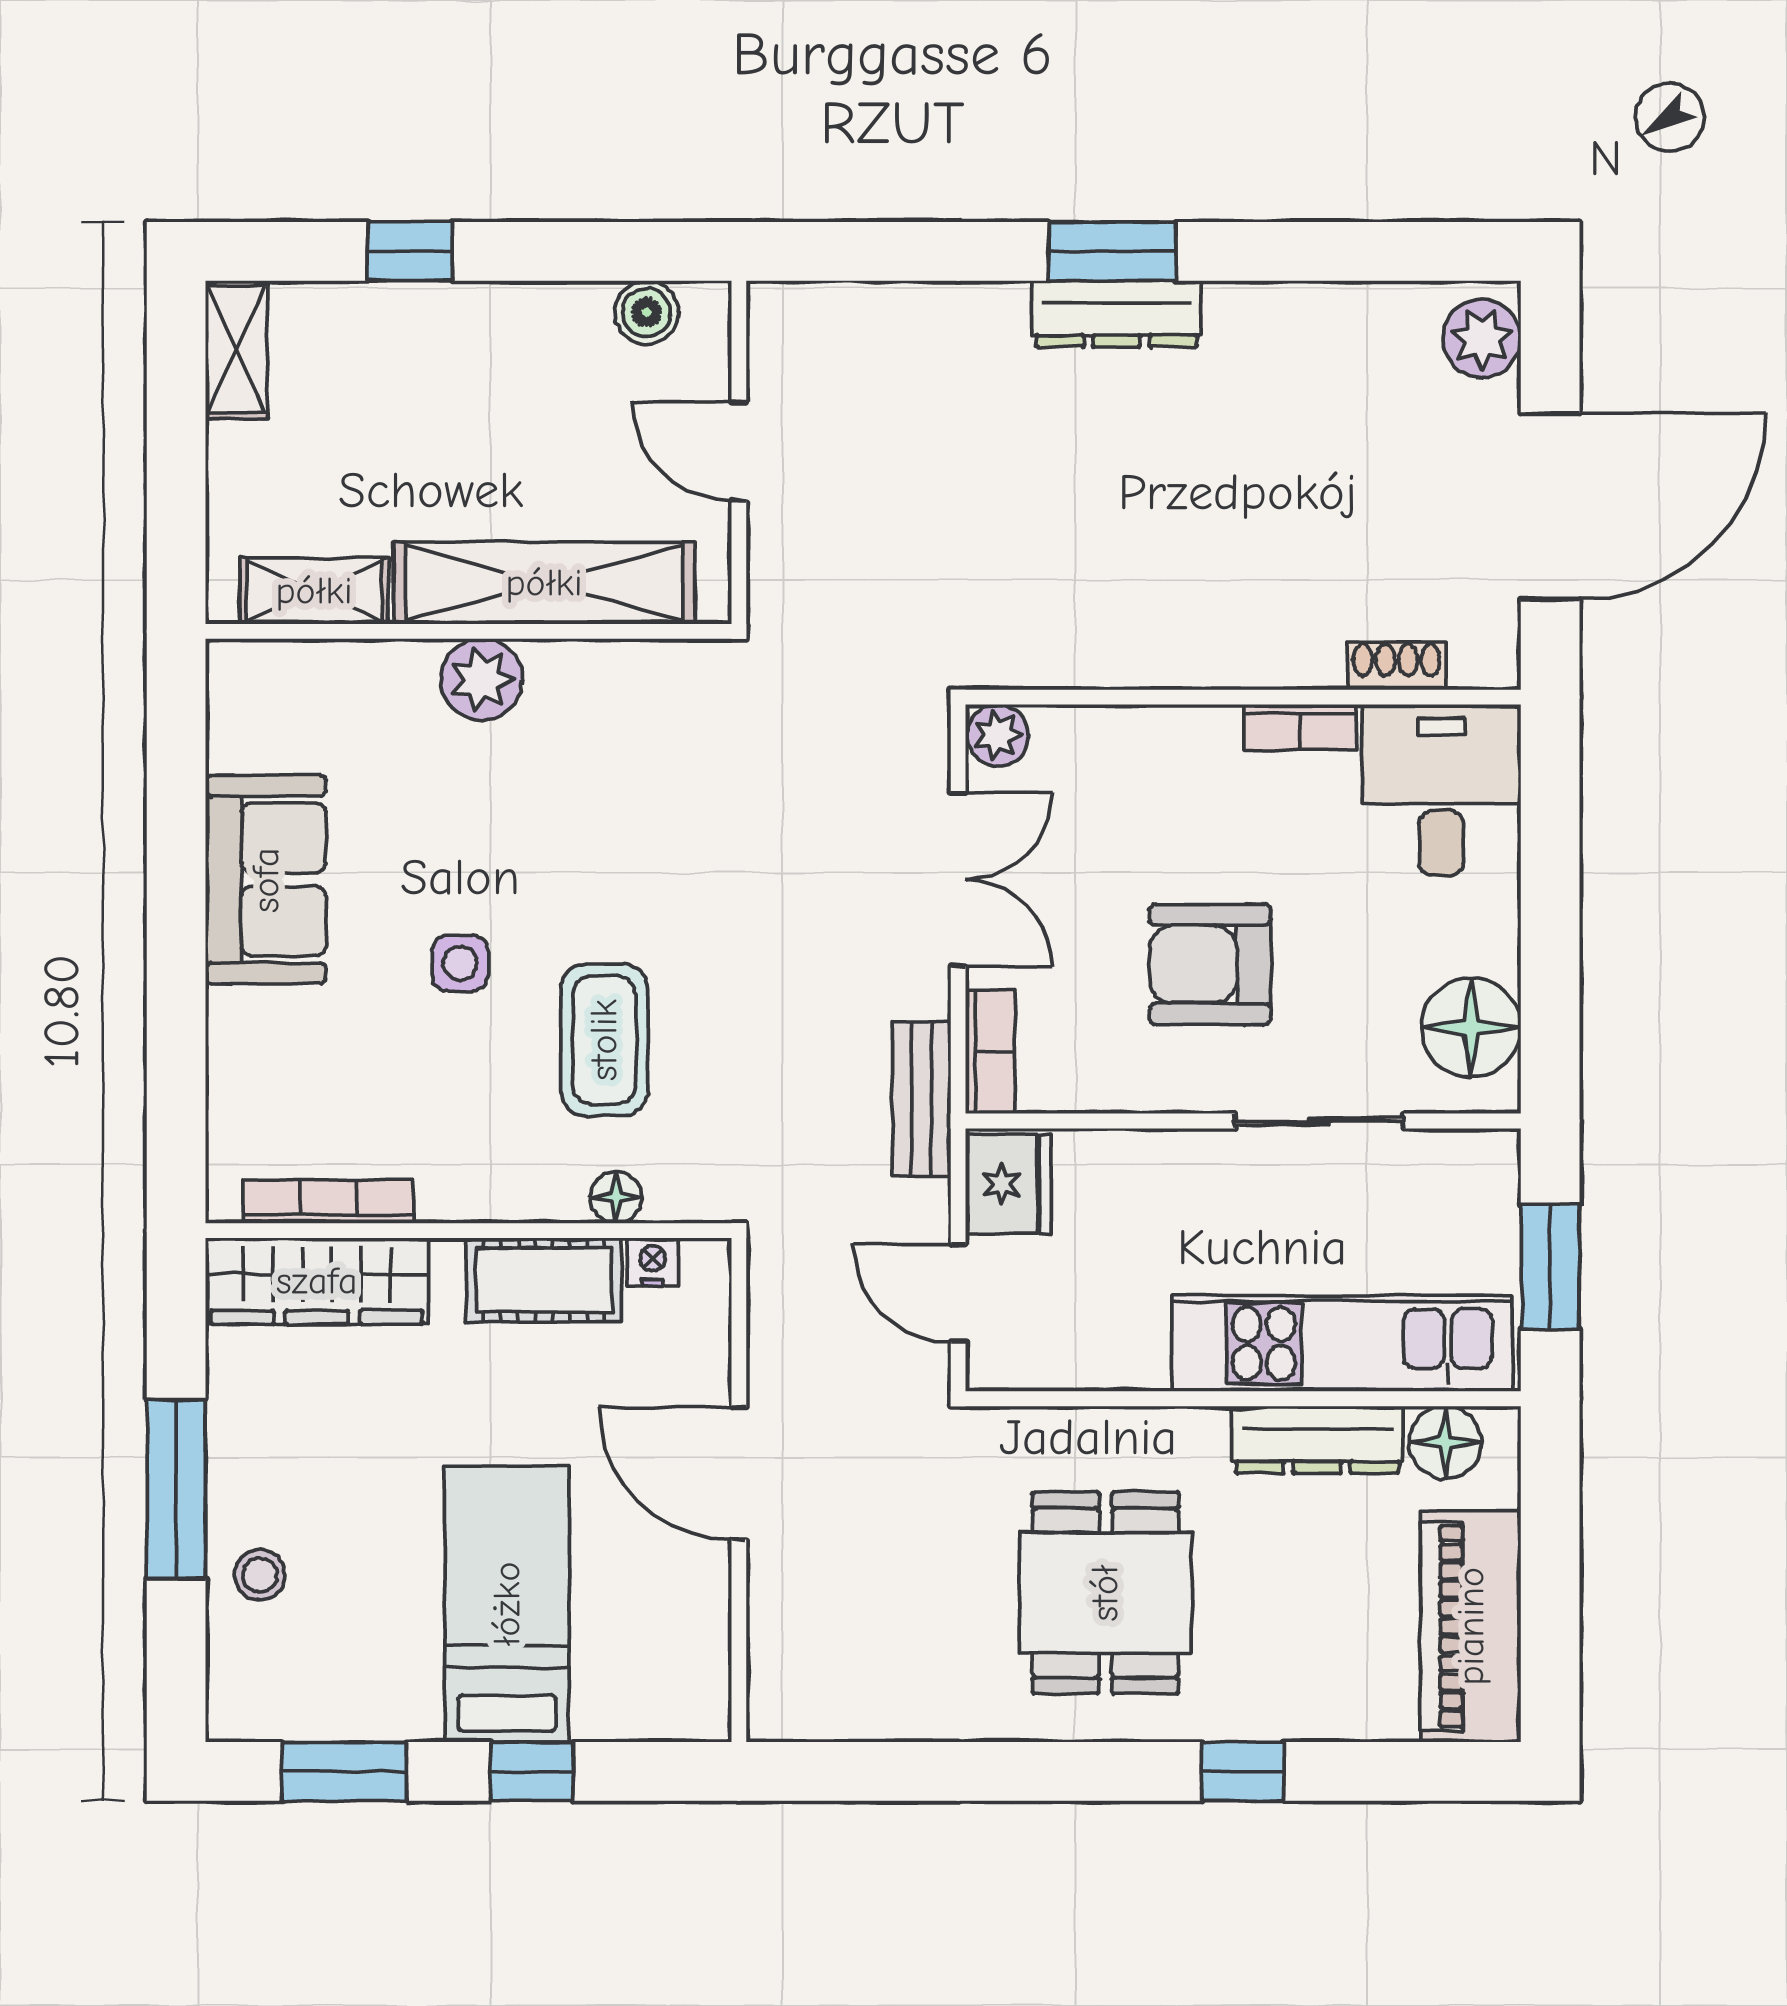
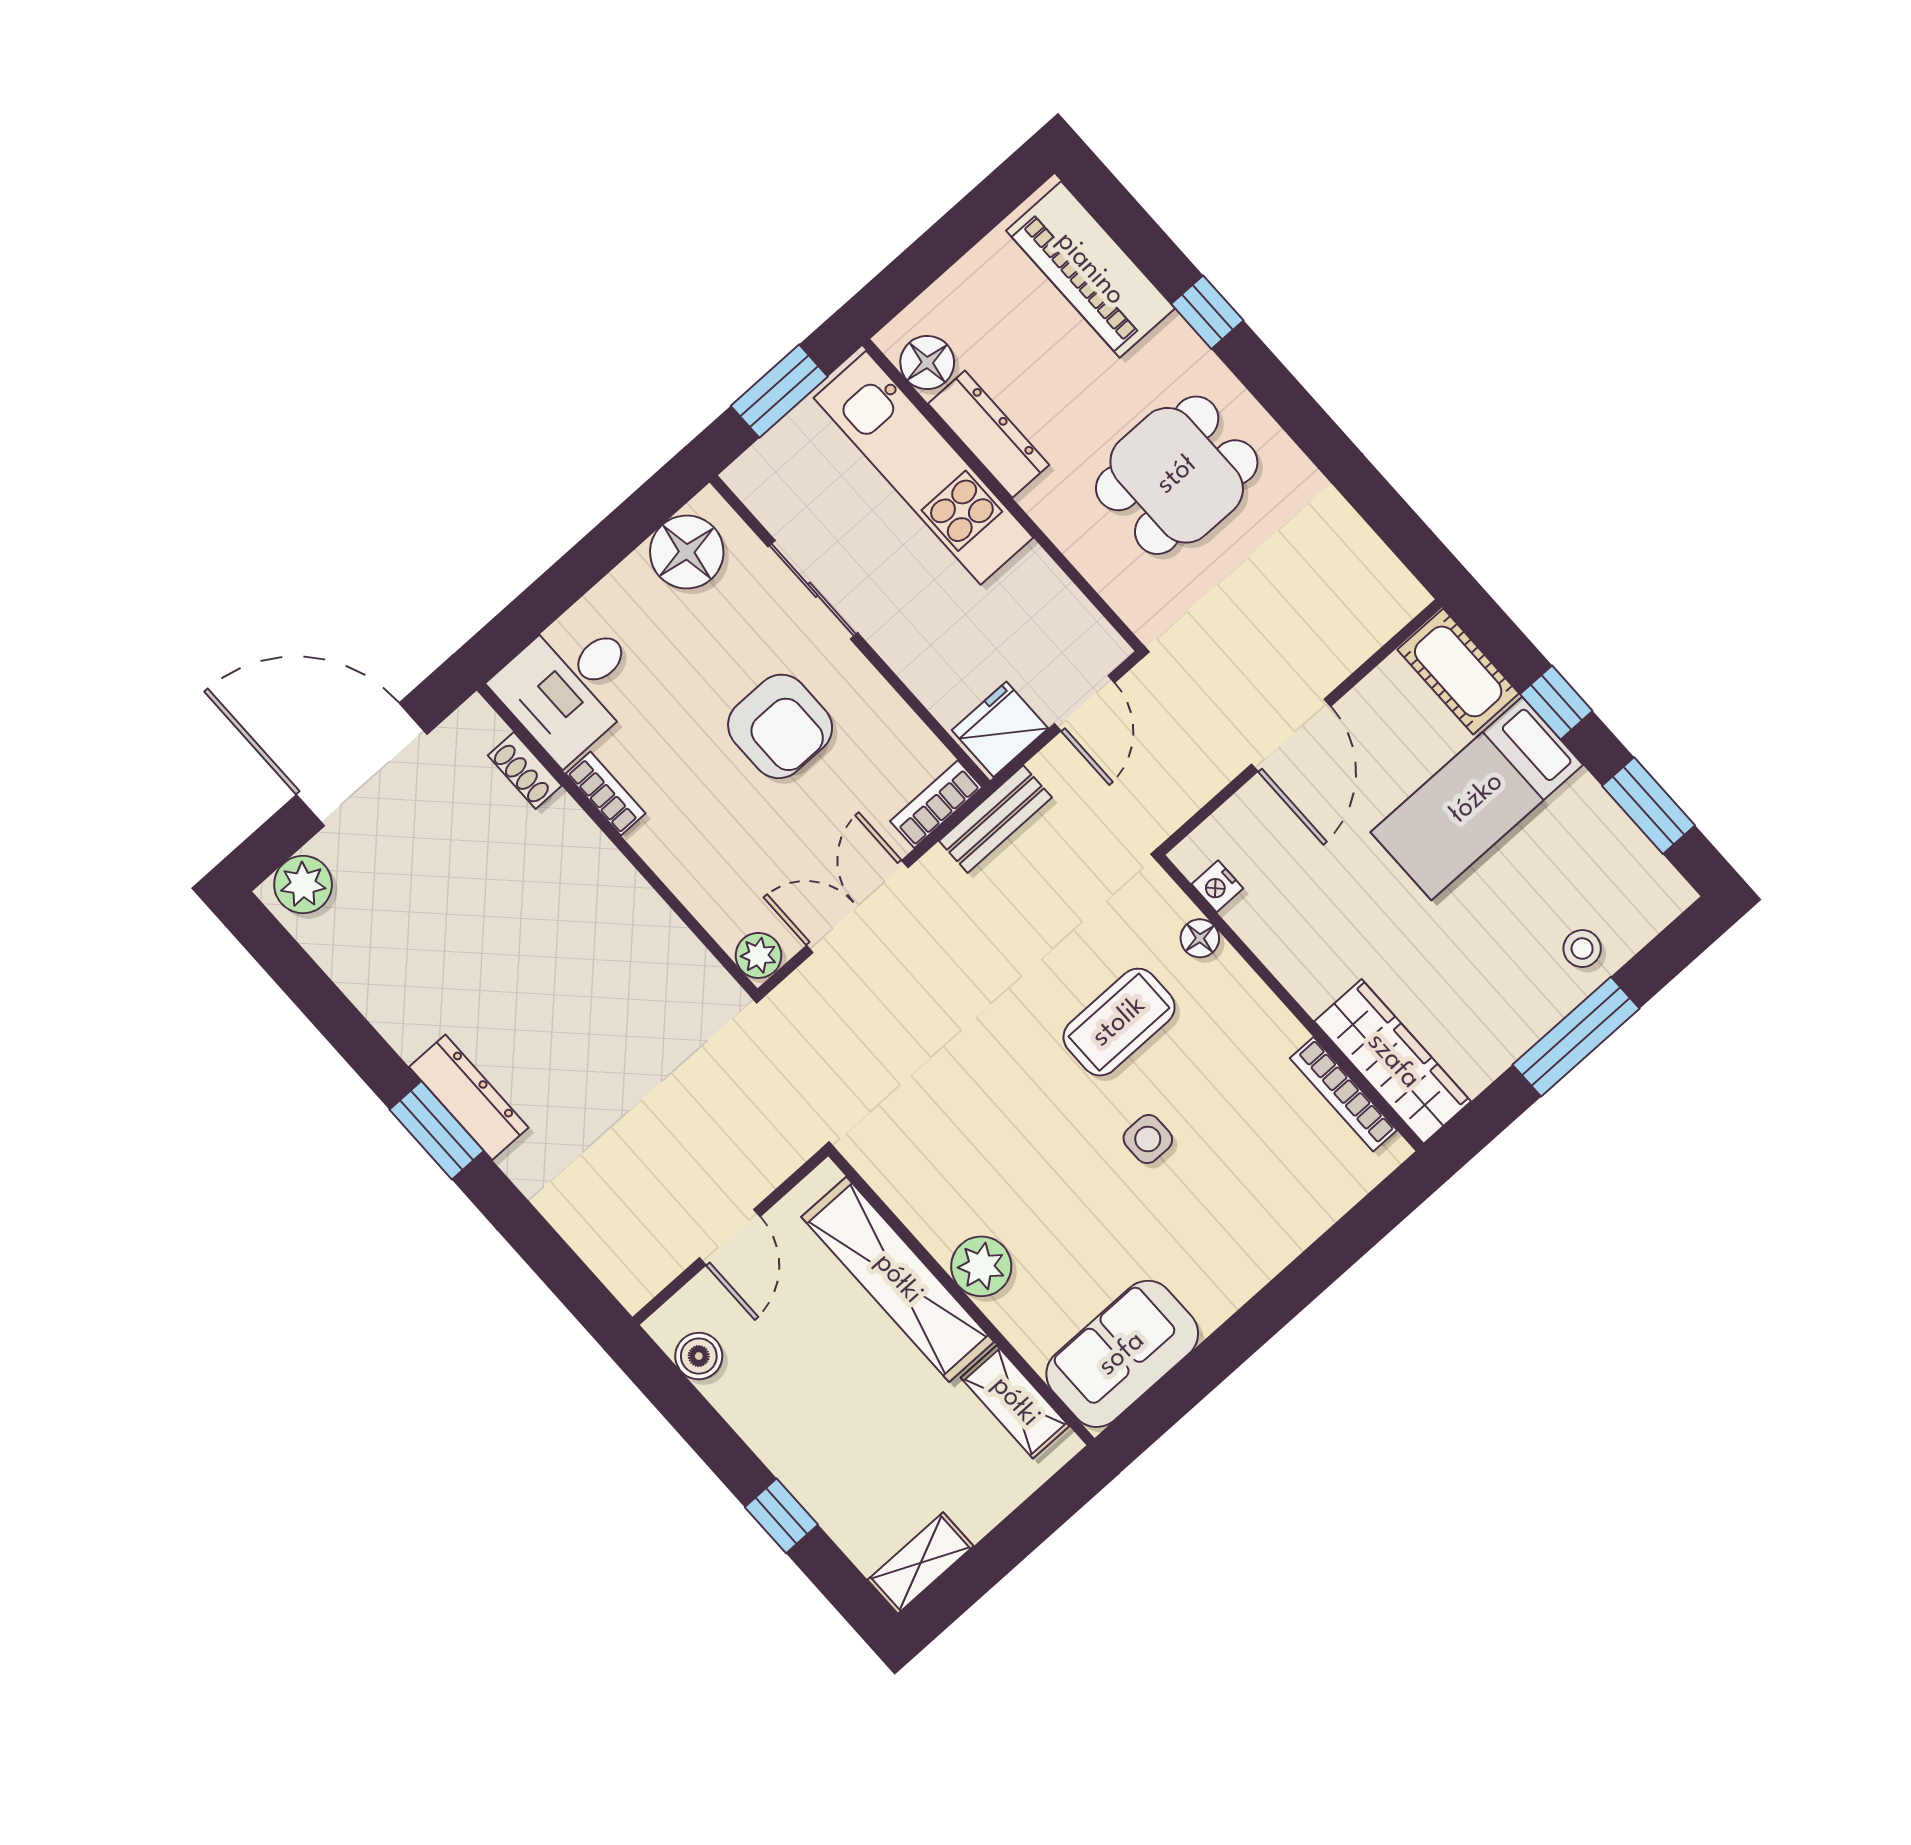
sofa: (266, 880) -> (1122, 1354), moved
cot: (544, 1280) -> (1458, 671), moved
piano: (1471, 1626) -> (1090, 269), moved, turned 90

